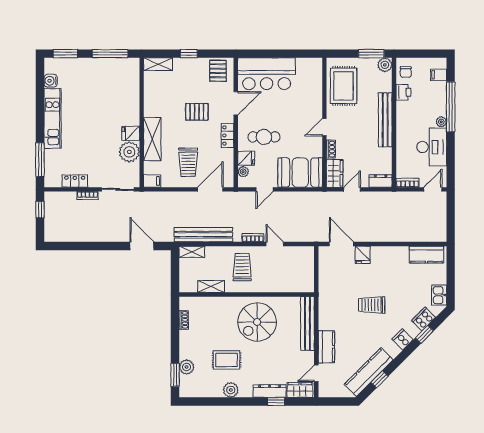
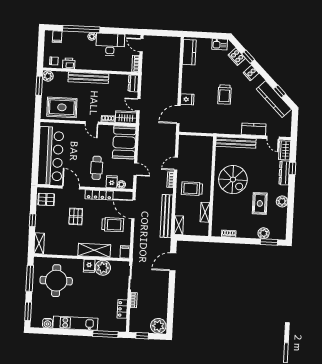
bar counter: (267, 74) -> (51, 156), width x1.36
round table: (109, 90) -> (56, 281), added
locker: (228, 136) -> (99, 195), width x1.53
plant: (54, 231) -> (158, 326), added

